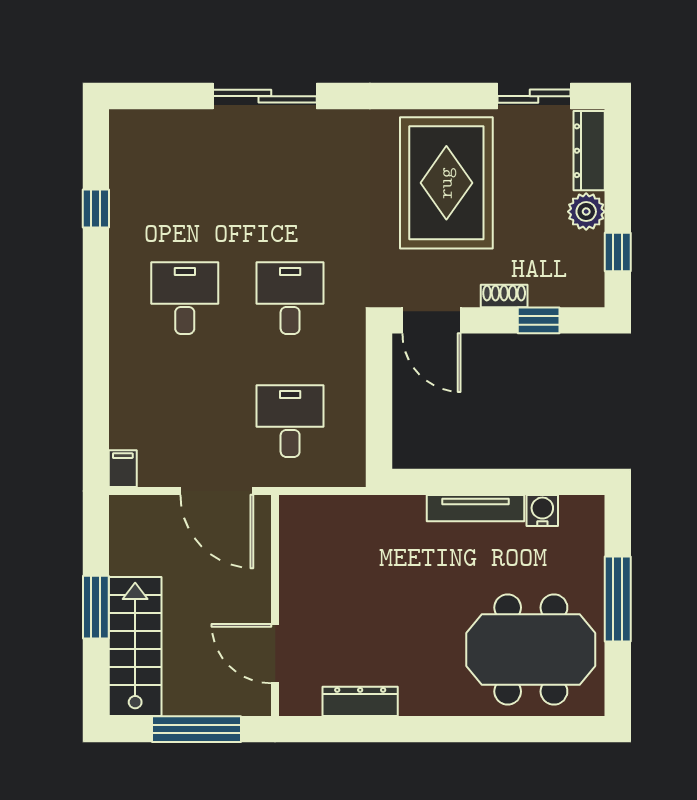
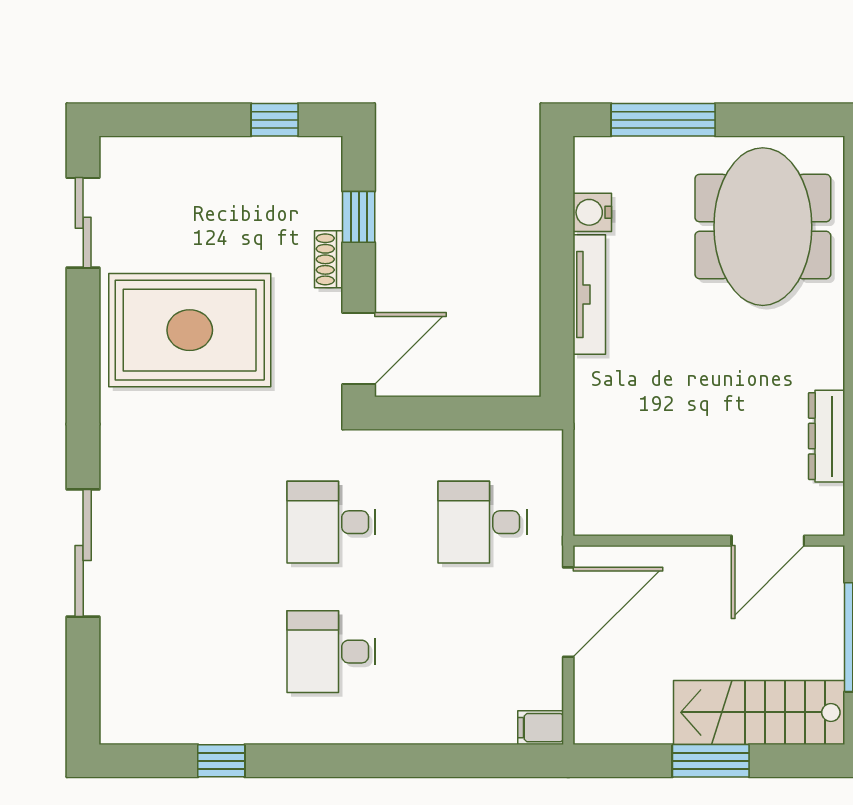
dresser: (589, 151) -> (150, 155), removed
plant: (586, 212) -> (225, 158), removed
window: (618, 599) -> (663, 120), moved

